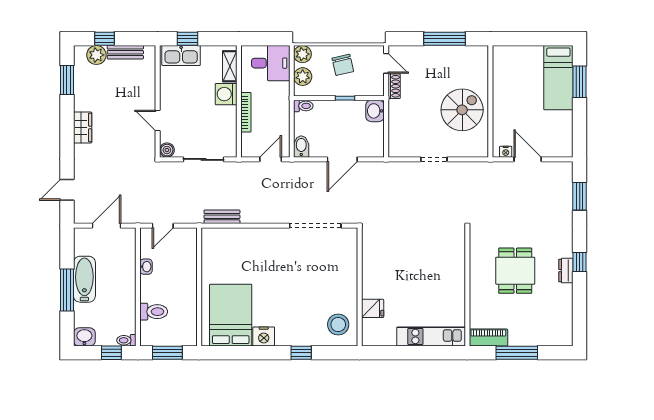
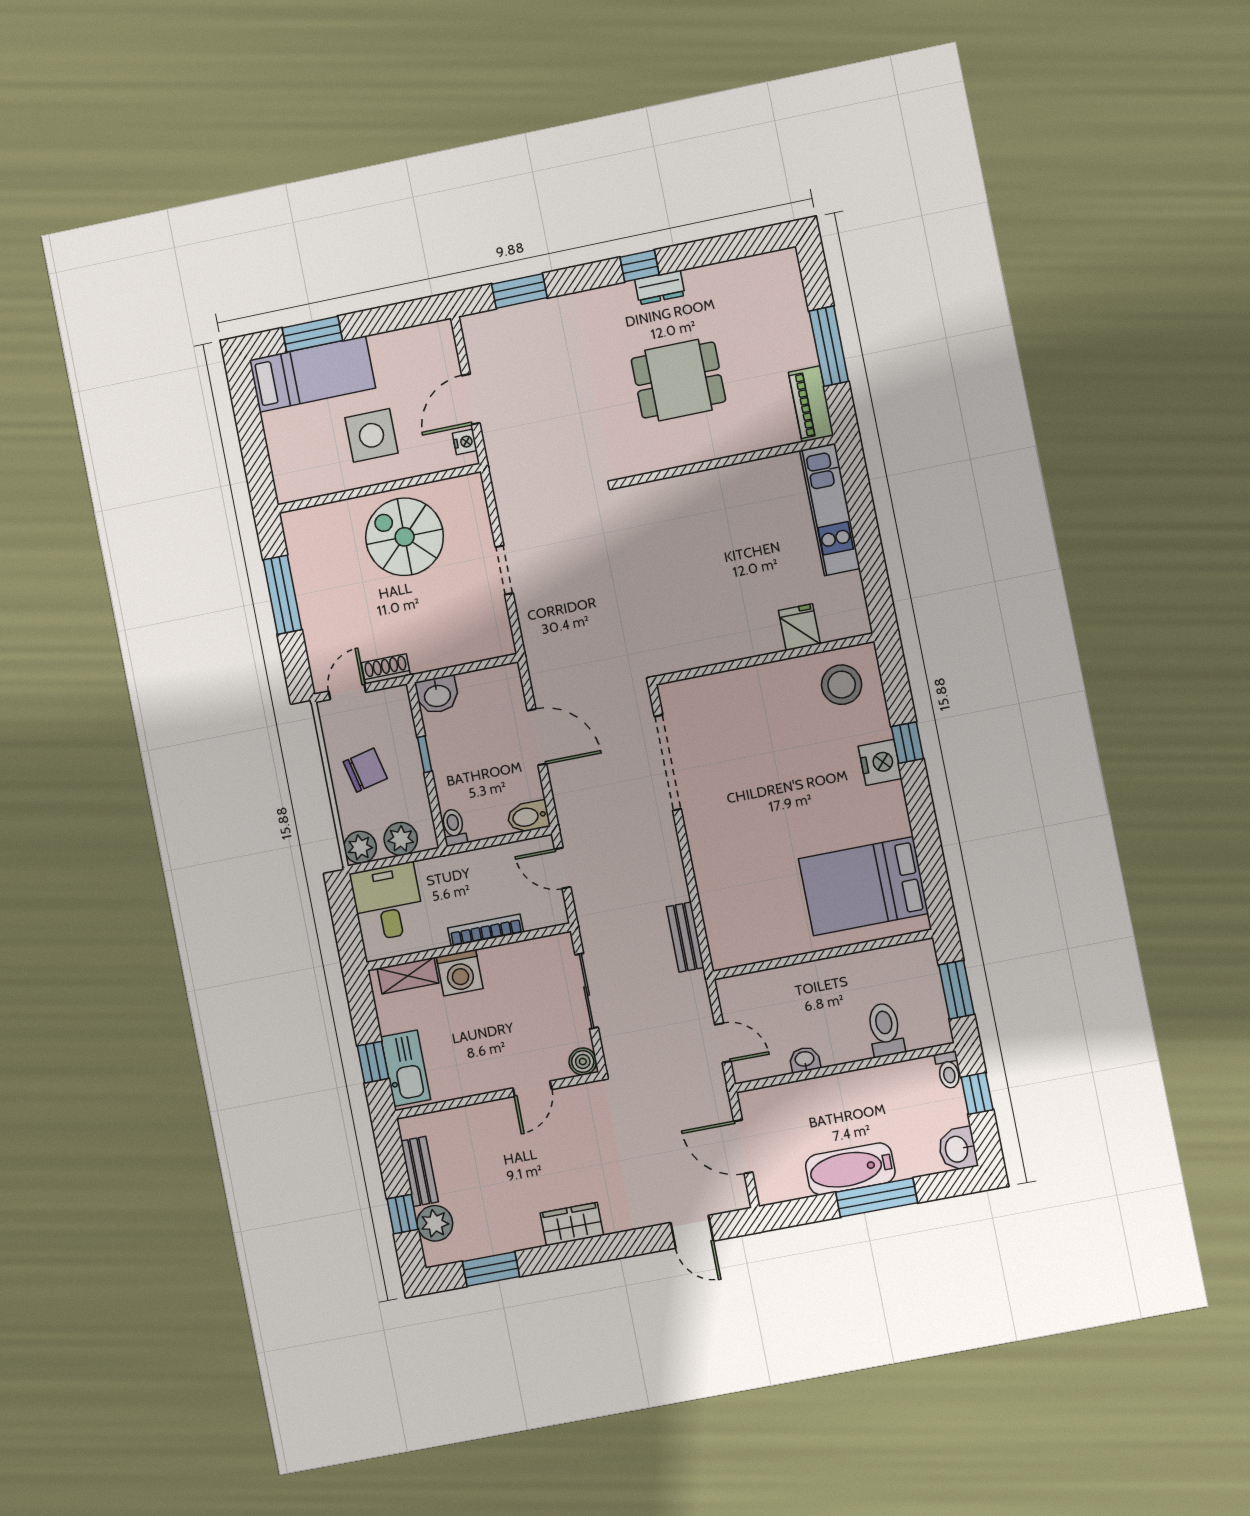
side table: (519, 103) -> (371, 435), added
nightstand: (264, 336) -> (880, 762), moved

